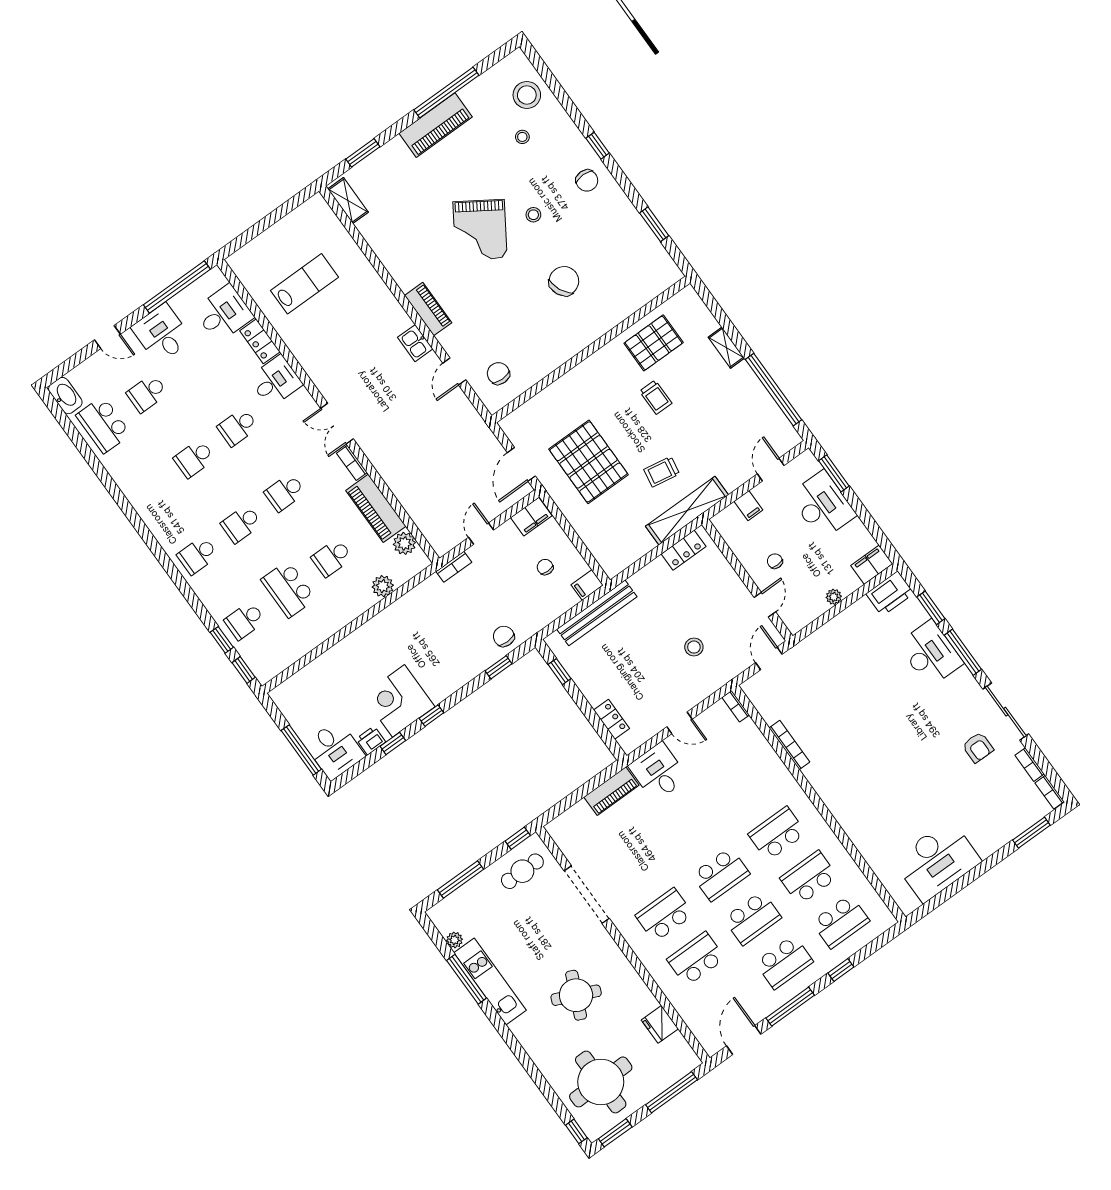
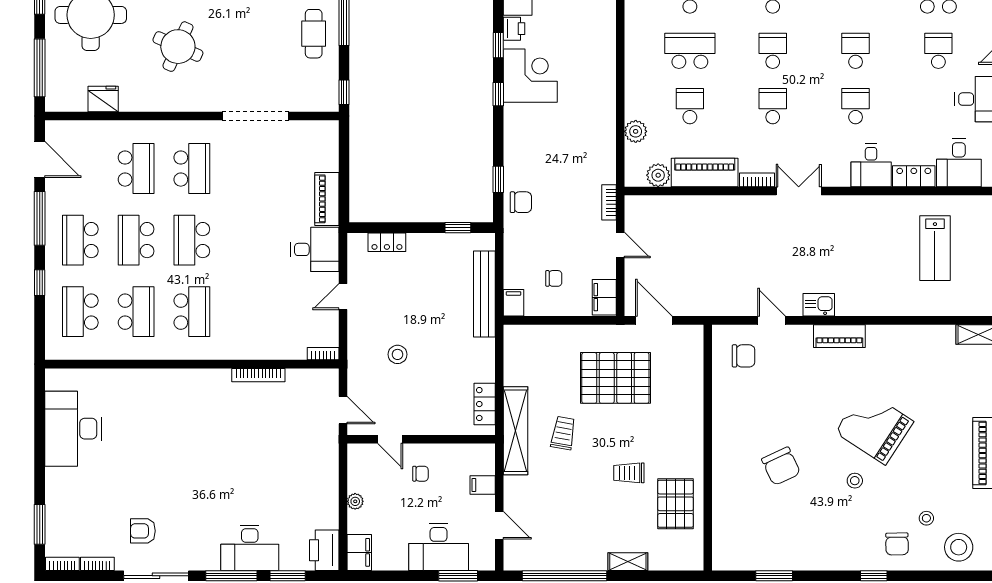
chair: (587, 181) -> (897, 544), moved, turned -91
cafe table: (522, 871) -> (314, 34), moved

